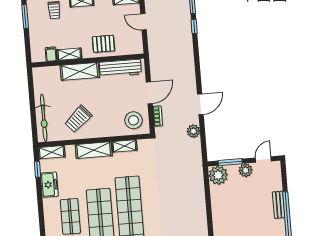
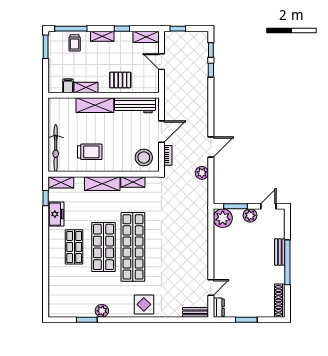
trolley: (78, 119) -> (90, 152), turned -138

